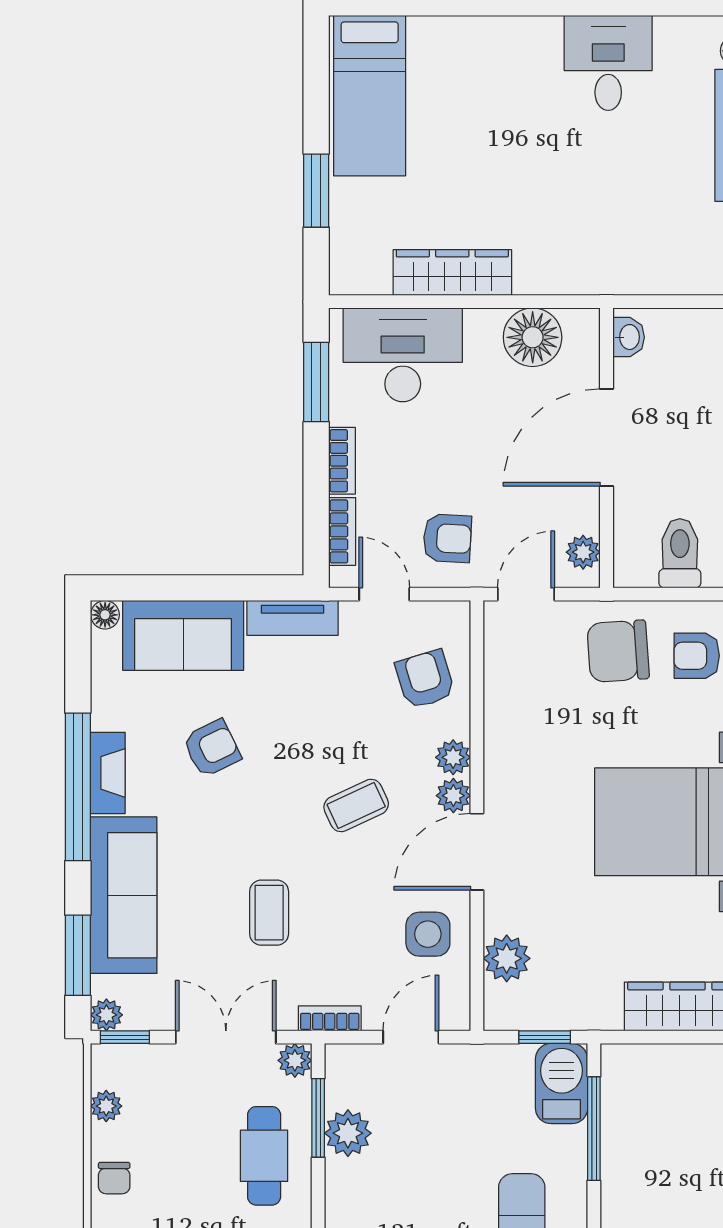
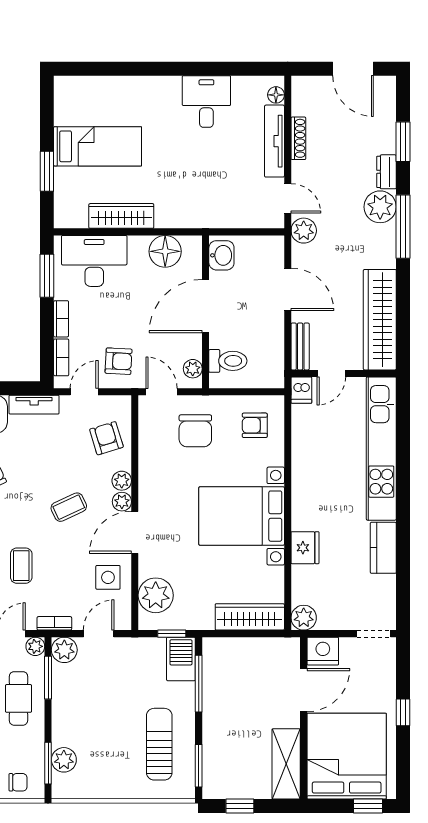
bed: (370, 96) -> (98, 146), moved, turned -90
washbasin: (629, 337) -> (221, 255), width x1.38, depth x1.45
toilet: (680, 553) -> (228, 361), moved, turned 90
door: (384, 594) -> (84, 392), hinge flipped
door: (526, 594) -> (162, 392), hinge flipped
chair: (618, 651) -> (195, 431), moved, turned -86
plant: (507, 958) -> (156, 595), width x1.36, depth x1.36
plant: (348, 1133) -> (64, 650), moved

